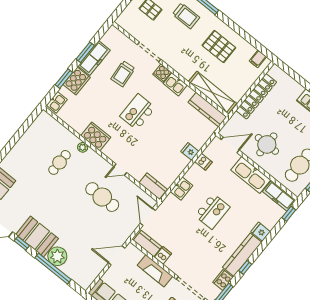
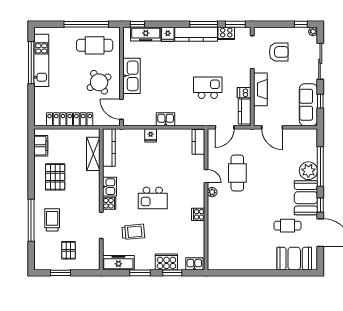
freezer: (94, 58) -> (118, 263), moved
filing cabinet: (258, 59) -> (41, 146), width x2.00
shelving: (212, 93) -> (93, 154), width x0.68
cooker: (96, 136) -> (198, 214), width x0.53, depth x0.76
round table: (267, 144) -> (99, 82), turned -31
plant: (83, 147) -> (212, 192), moved
cafe table: (60, 162) -> (287, 226), moved
dishwasher: (203, 162) -> (150, 119), removed
kitchen sink: (182, 189) -> (166, 119), moved
freezer: (279, 196) -> (146, 34), moved, turned 90
kitchen island: (212, 211) -> (208, 88), moved
window: (245, 267) -> (204, 24), width x2.17

